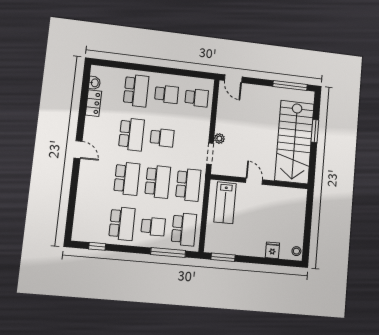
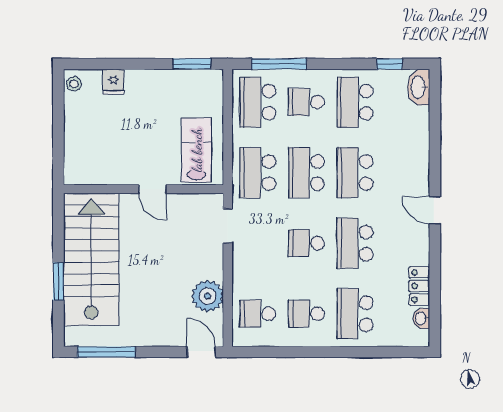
plant: (219, 138) -> (208, 296), moved, width x1.87, depth x1.87
washbasin: (80, 230) -> (419, 87), added

